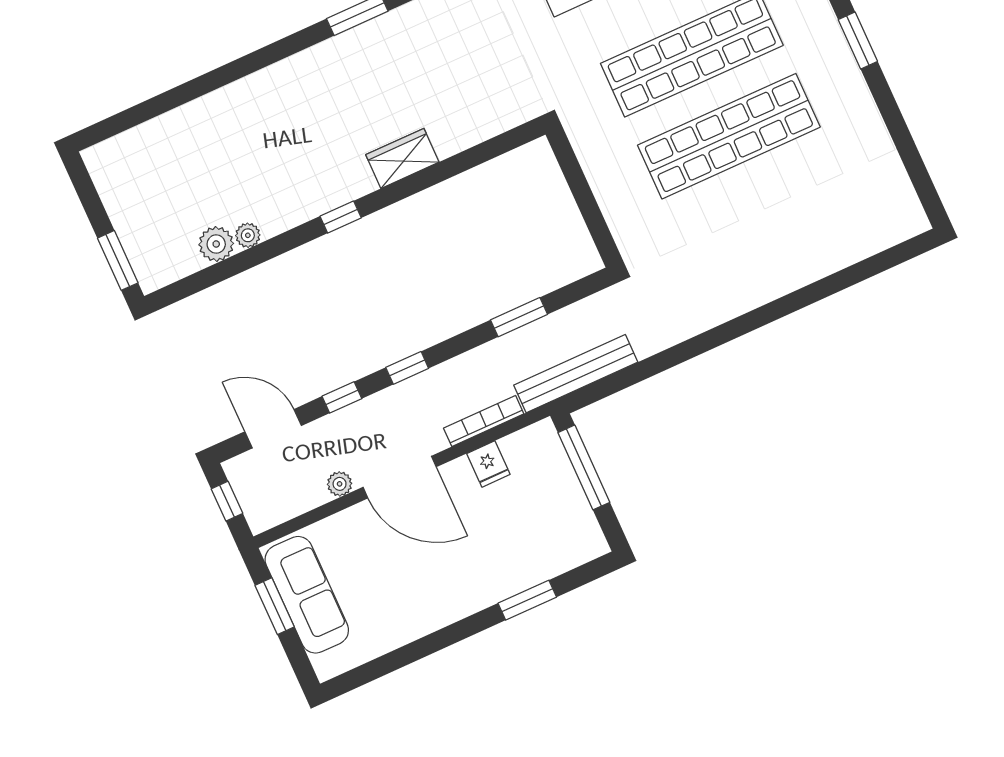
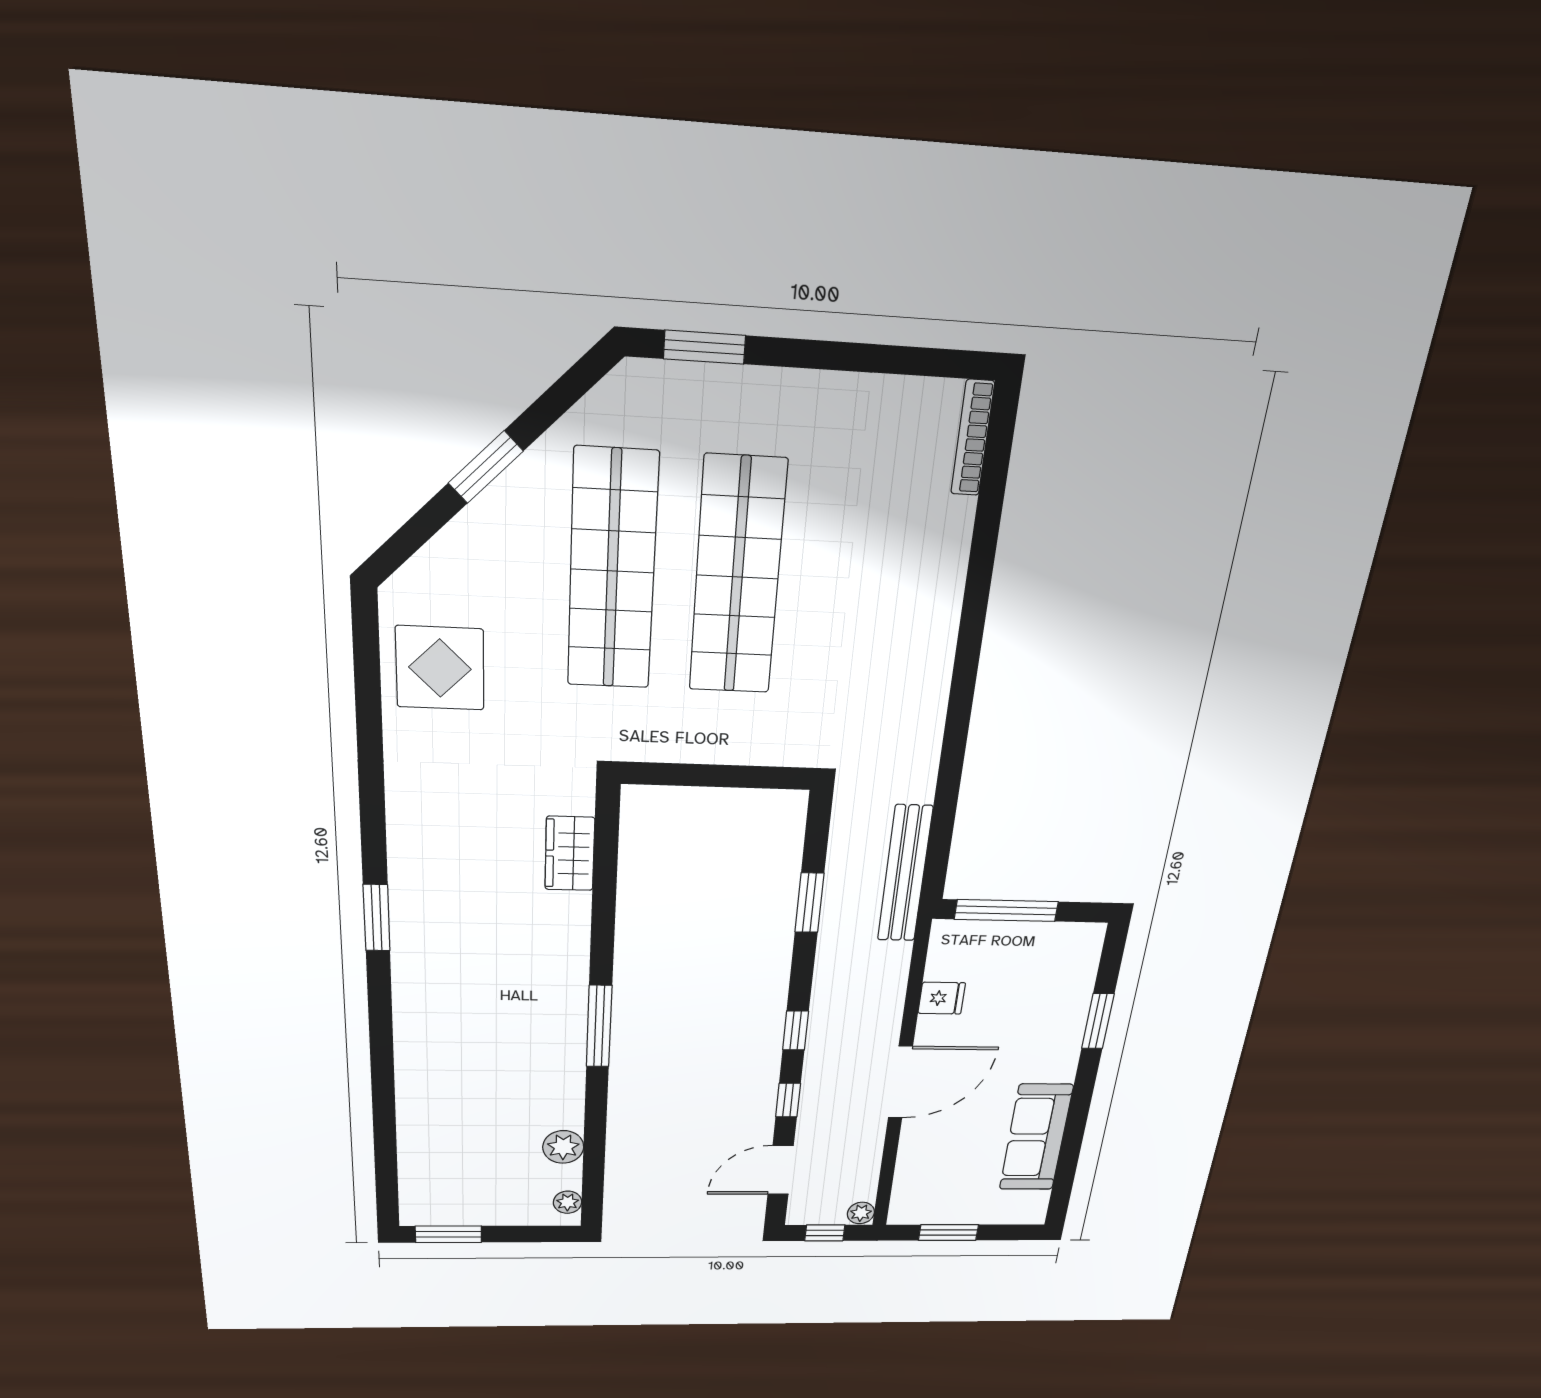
wardrobe: (402, 158) -> (570, 854), moved
window: (341, 217) -> (599, 1026), width x2.17
plant: (248, 235) -> (568, 1202), moved
window: (118, 260) -> (448, 1234), moved
bookcase: (484, 421) -> (973, 438), moved
plant: (340, 484) -> (861, 1213), moved
sofa: (307, 595) -> (1036, 1137), moved, turned -90

